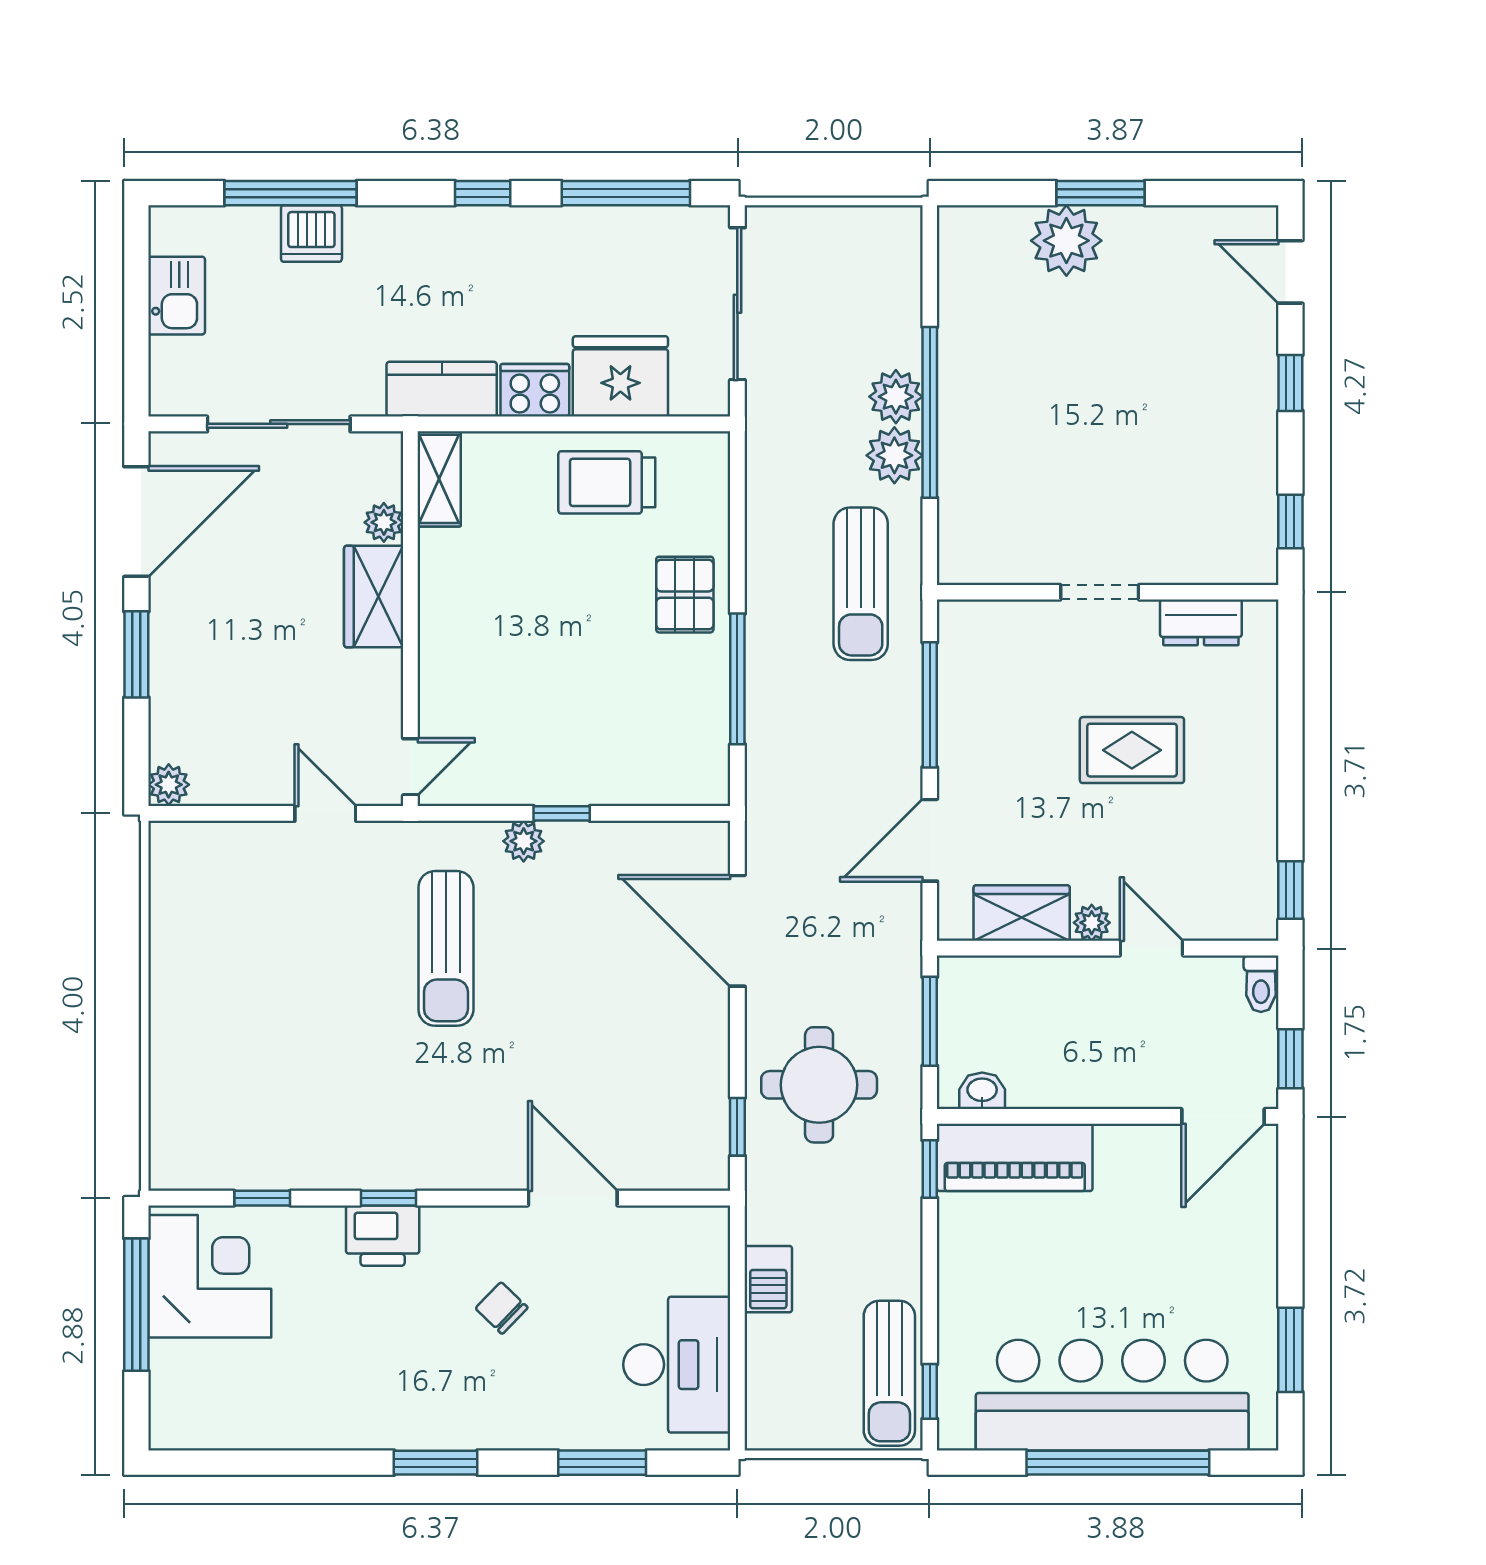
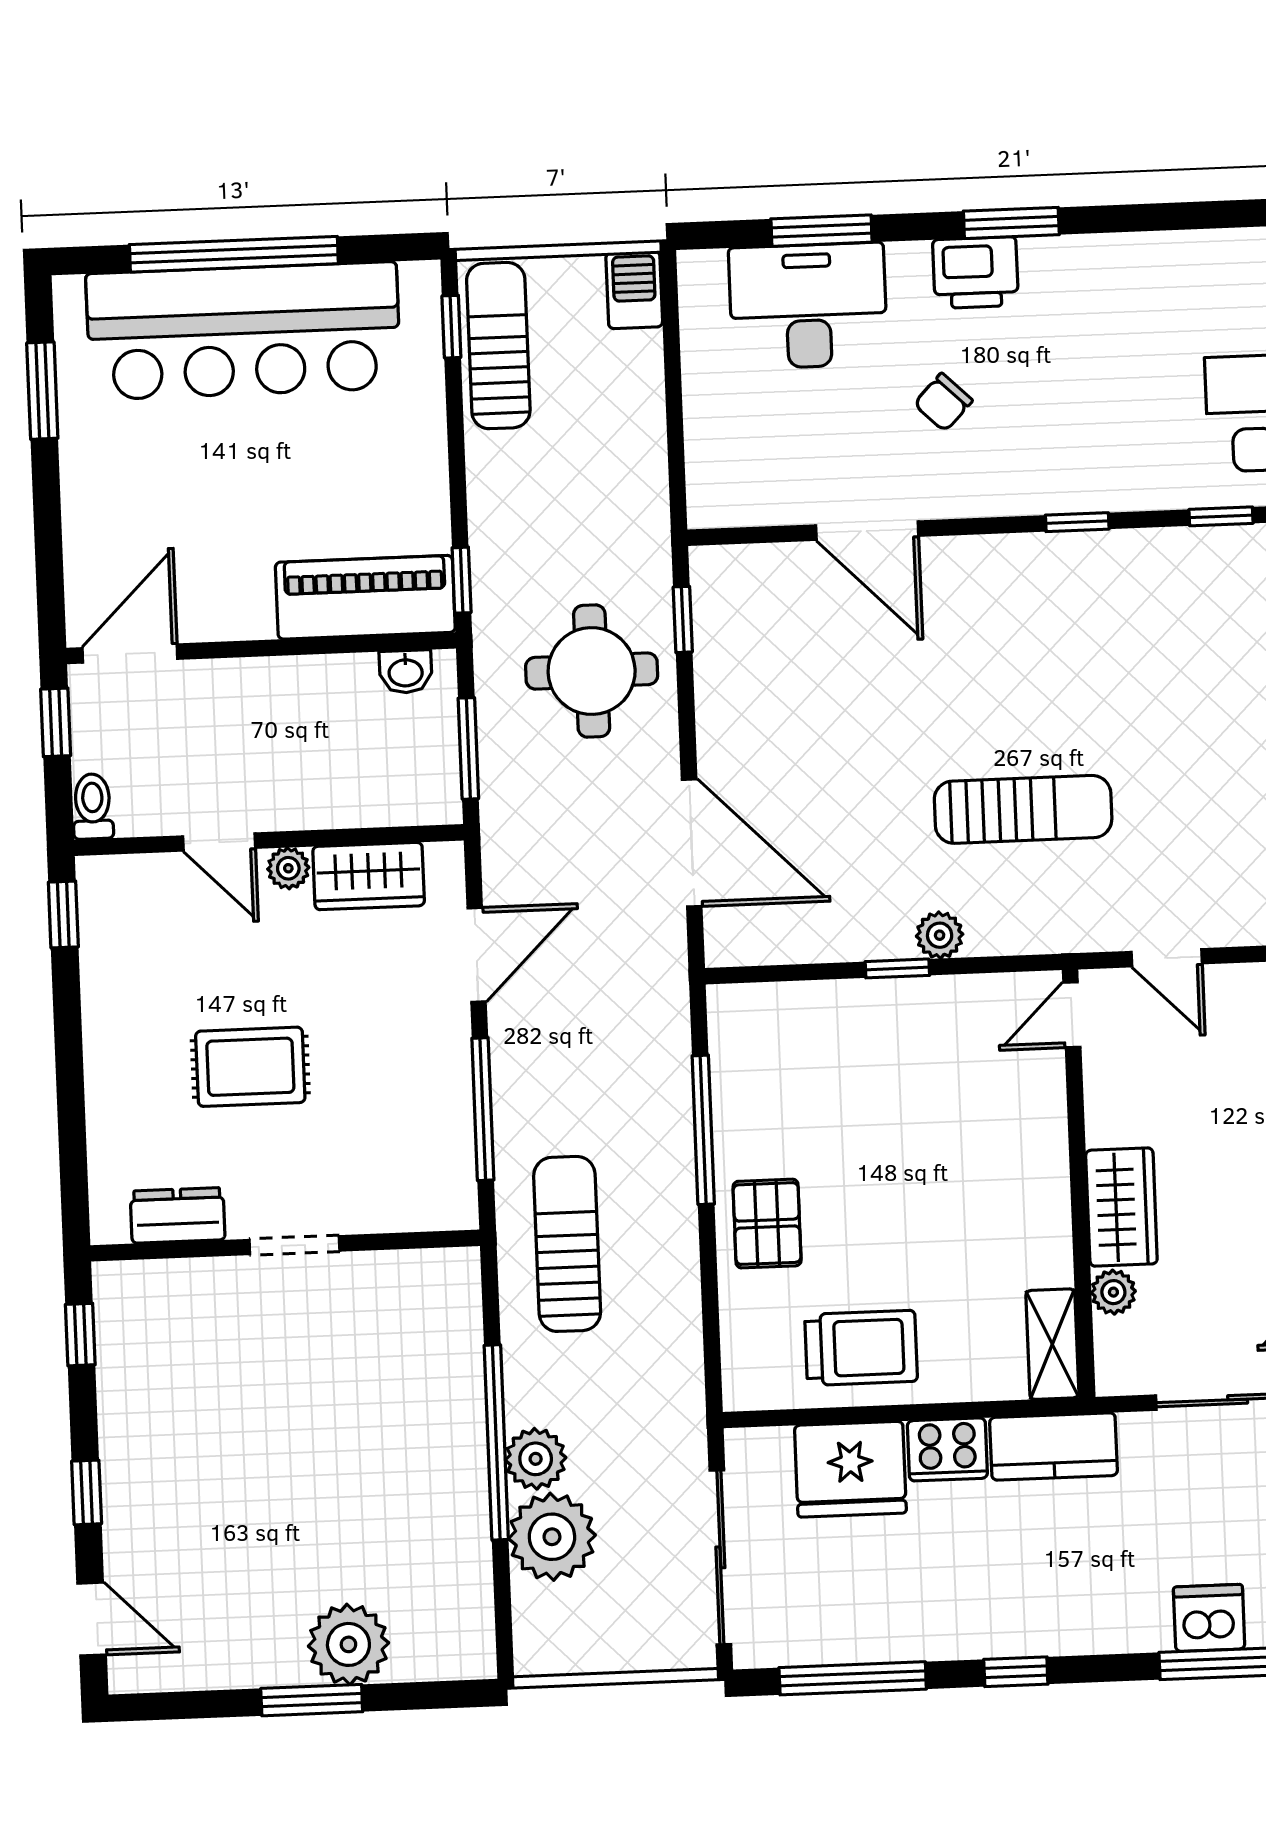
plant: (894, 455) -> (552, 1537), moved, width x1.36, depth x1.36
sun lounger: (446, 948) -> (1023, 809), turned 90
printer: (383, 1236) -> (976, 273), moved, turned 180
barbecue: (768, 1279) -> (634, 290), moved
chair: (502, 1308) -> (943, 402), turned 90
desk: (677, 1365) -> (808, 306), moved, turned 90

